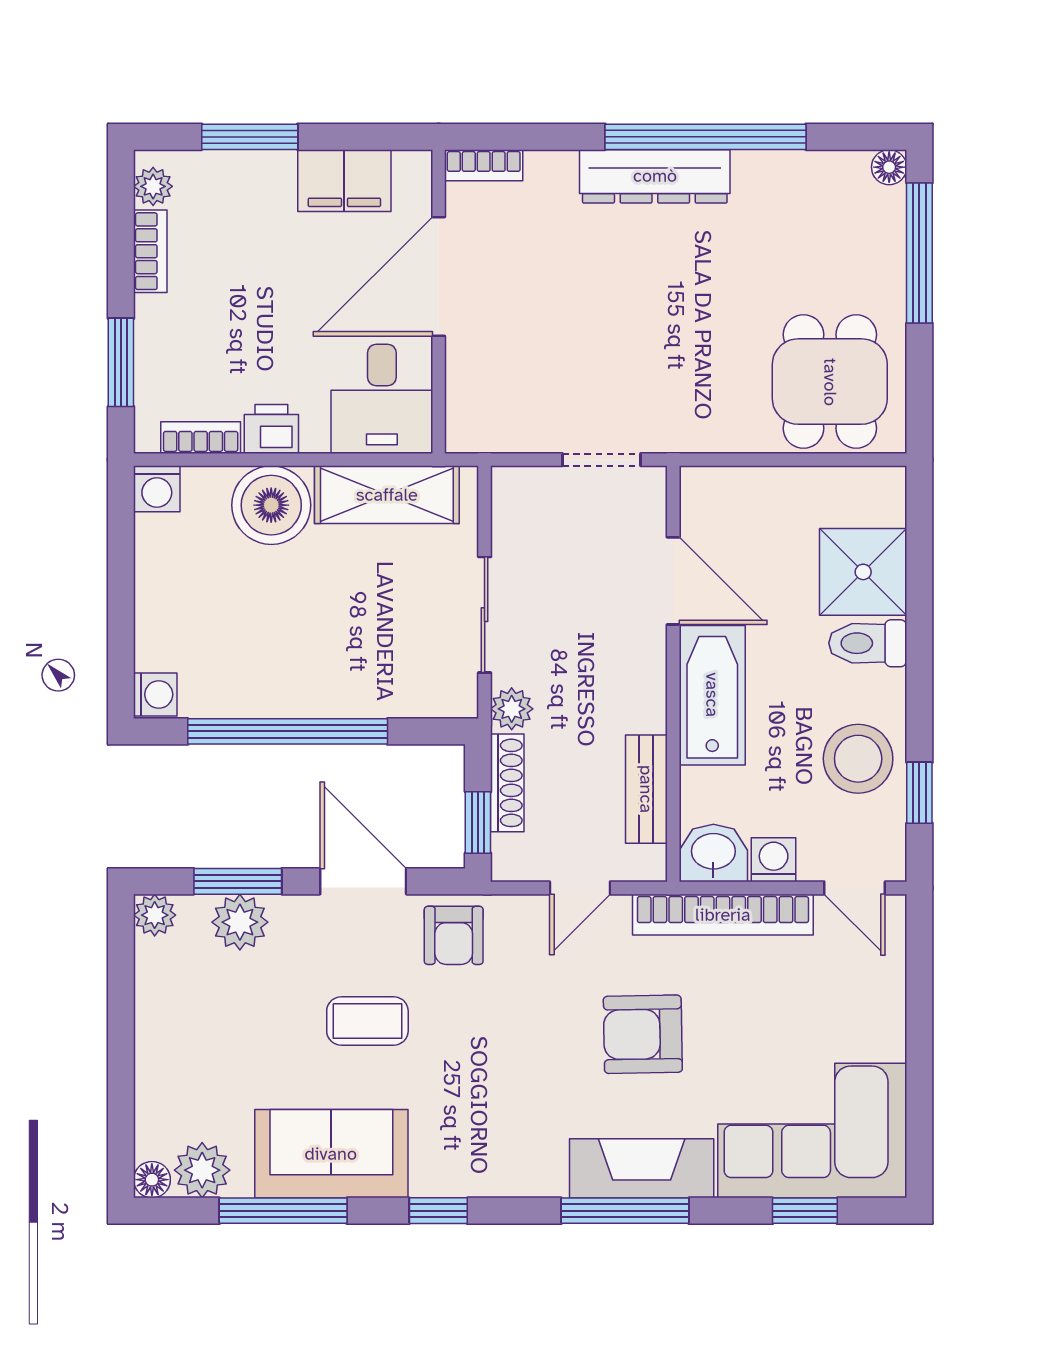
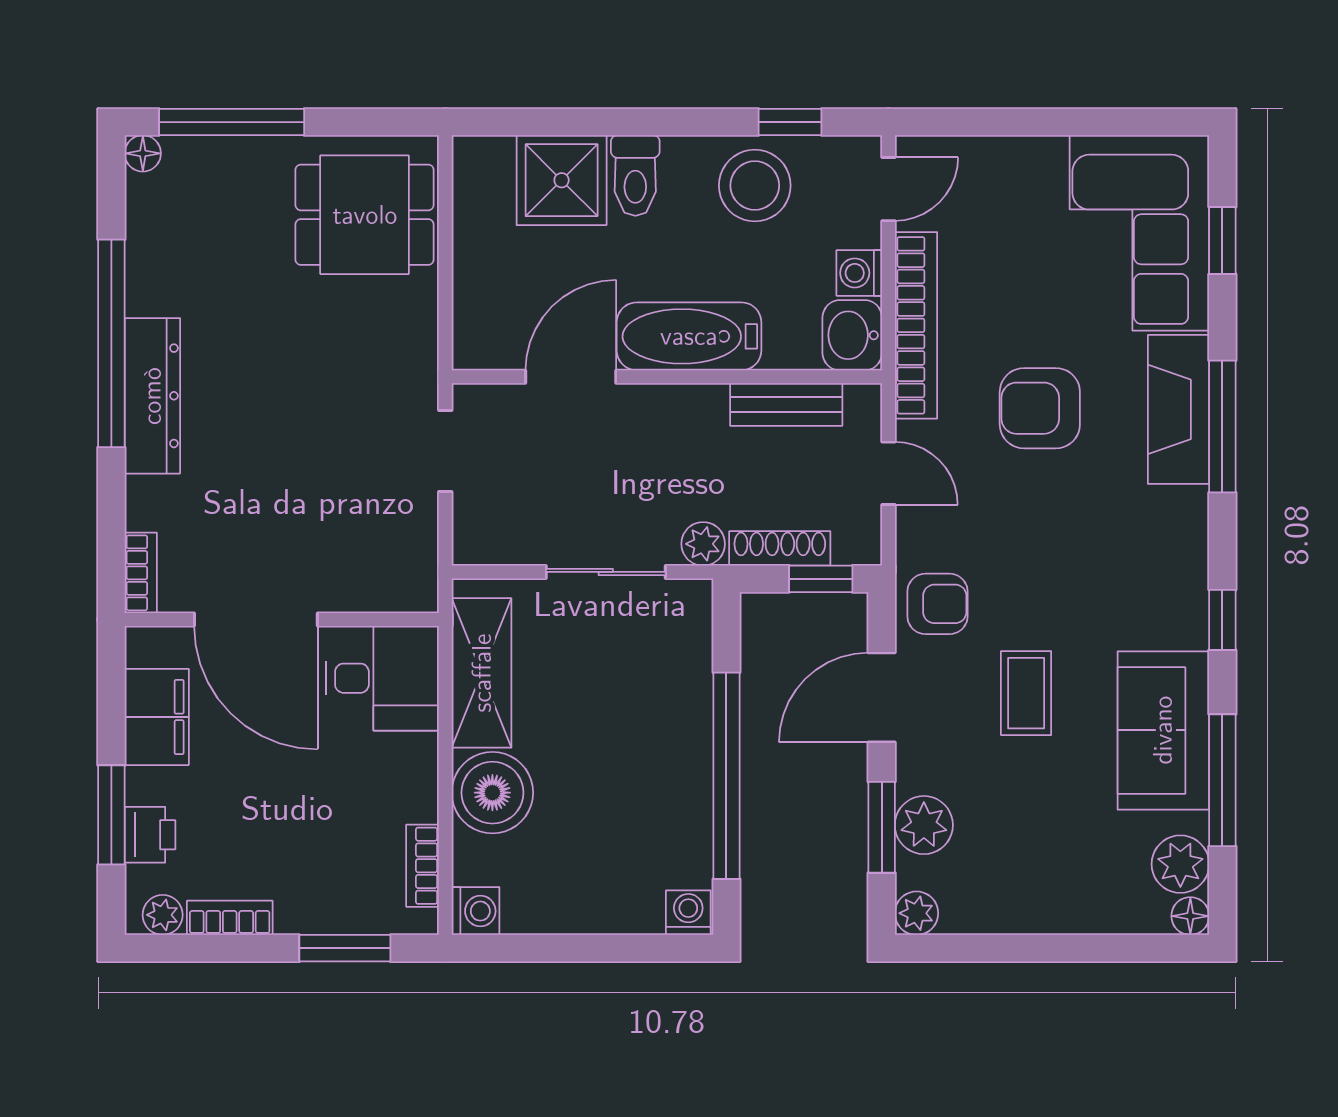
printer: (271, 429) -> (150, 835), moved, turned 180
armchair: (643, 1034) -> (1040, 408), turned 91

